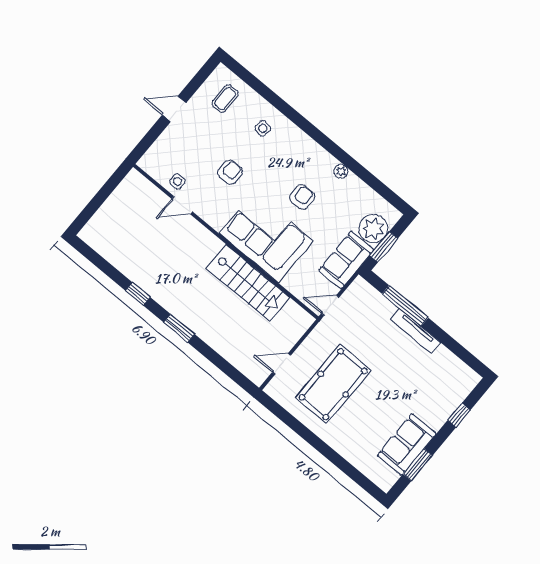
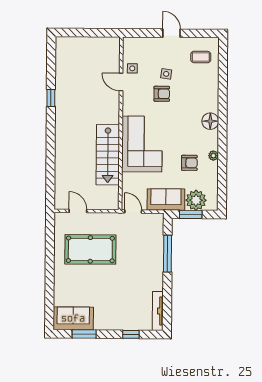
side table: (263, 128) -> (166, 74), moved
floor lamp: (302, 145) -> (210, 121), added
armchair: (302, 197) -> (189, 163), moved
window: (179, 328) -> (51, 137), removed
tv unit: (415, 331) -> (158, 311), moved
sofa: (407, 445) -> (73, 318), moved

